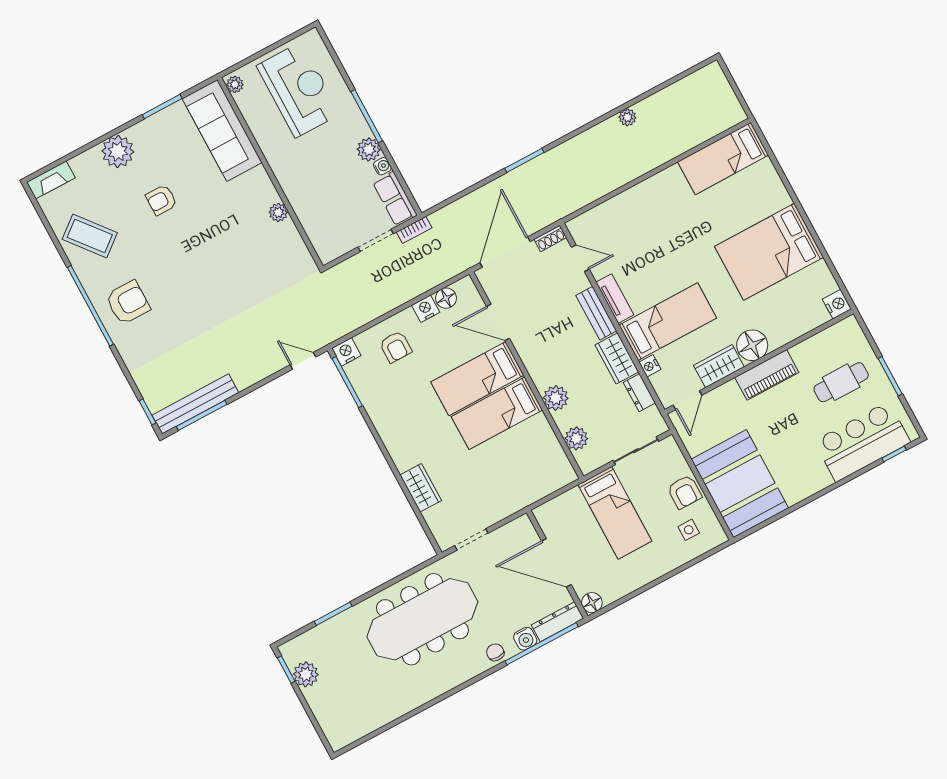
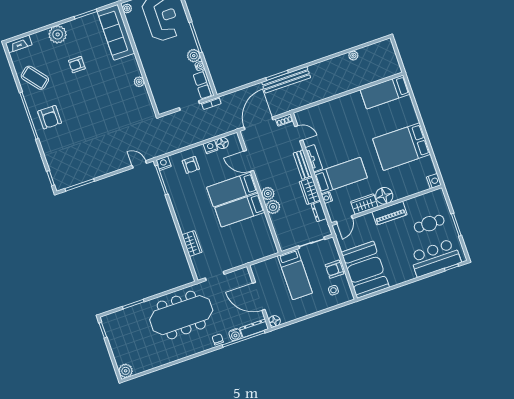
plant: (627, 117) -> (353, 56), moved
armchair: (128, 303) -> (50, 117), turned 90
bench: (195, 404) -> (286, 80), moved
plant: (576, 438) -> (268, 194), moved
armchair: (684, 492) -> (335, 269), turned 90
plant: (306, 674) -> (126, 371), moved

